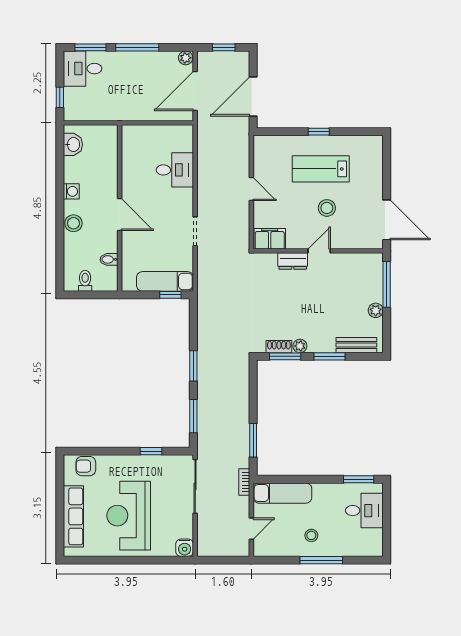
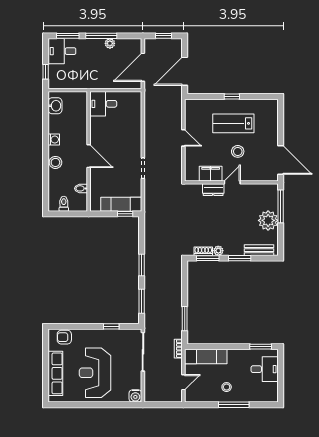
plant: (186, 58) -> (110, 43), moved
desk: (175, 170) -> (103, 104), moved, turned 180
filing cabinet: (270, 239) -> (211, 174), moved
plant: (376, 310) -> (268, 220), width x1.87, depth x1.87

